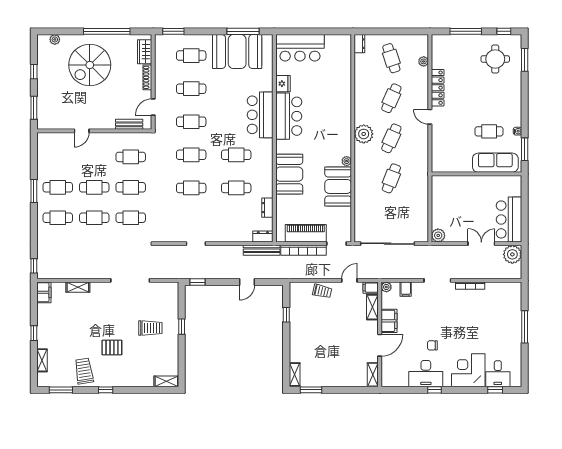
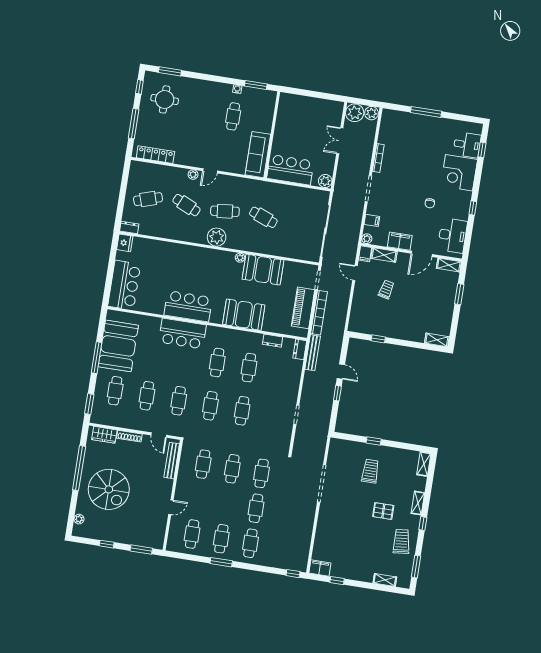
window: (243, 31) -> (97, 358), moved
plant: (424, 61) -> (193, 175), moved
fridge: (283, 84) -> (125, 243), moved, turned 90
locker: (438, 88) -> (155, 155), moved
bench: (129, 124) -> (172, 461), width x1.36
door: (82, 131) -> (171, 507), hinge flipped
cafe table: (391, 138) -> (225, 211), turned -30
sofa: (495, 163) -> (258, 155), moved
cafe table: (94, 187) -> (192, 534), moved
bar counter: (509, 219) -> (290, 170), moved, turned 180
plant: (515, 272) -> (371, 113), added
window: (198, 282) -> (337, 393), moved
shelving: (78, 287) -> (418, 503), moved
trolley: (322, 291) -> (386, 289), moved
window: (34, 333) -> (337, 581), moved
door: (380, 345) -> (422, 254), swing flipped
pallet: (112, 348) -> (383, 511), turned 90
trolley: (84, 371) -> (402, 541), turned 93
desk: (426, 374) -> (452, 235), moved
window: (311, 390) -> (459, 294), moved

